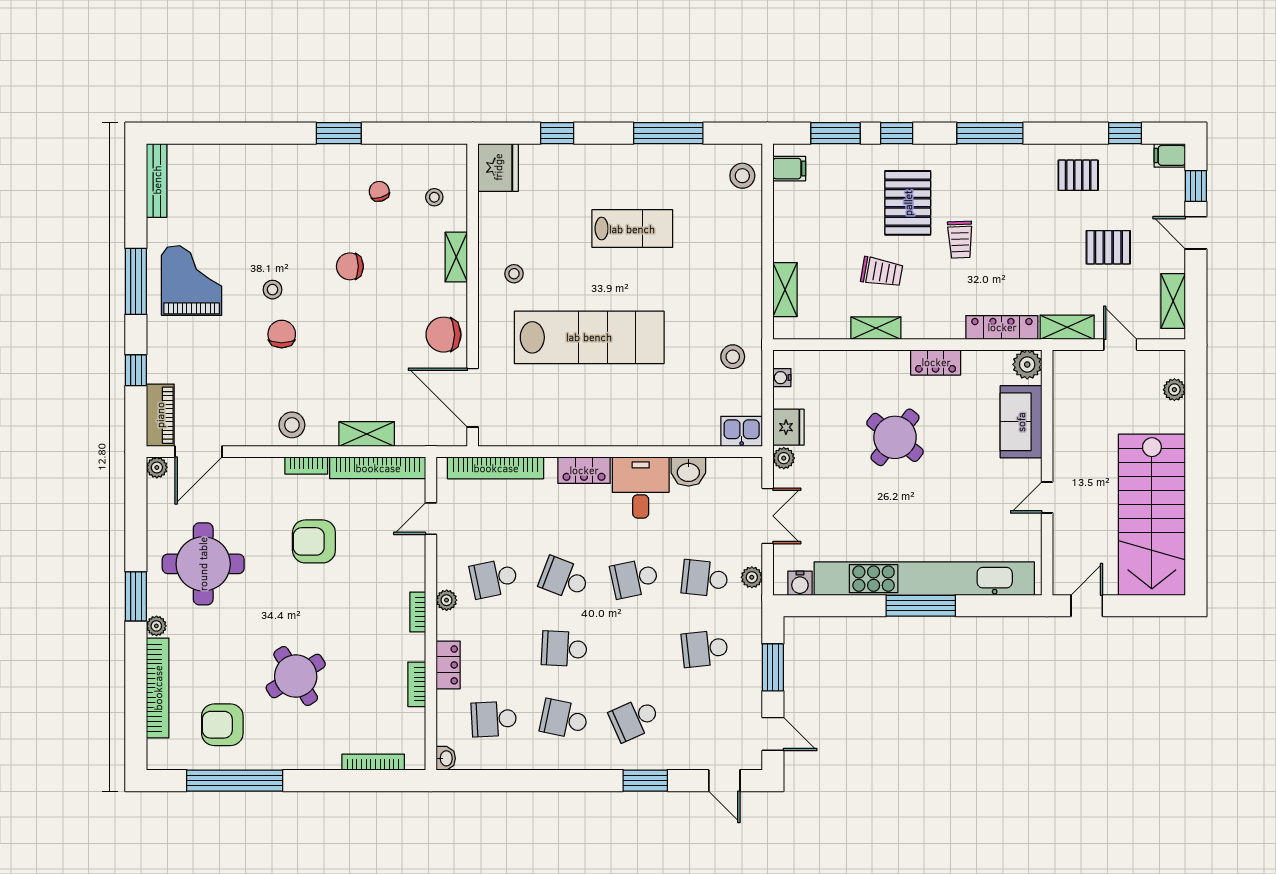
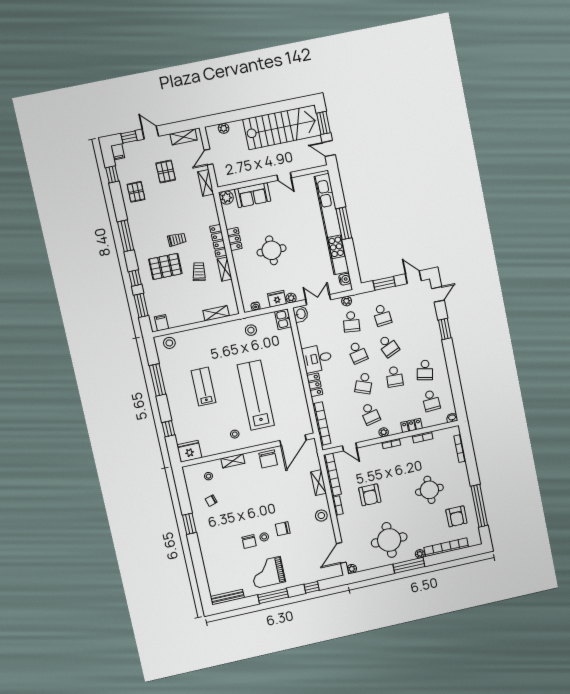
door: (1196, 233) -> (150, 133), swing flipped
chair: (350, 266) -> (249, 542), moved
locker: (1002, 327) -> (218, 241), moved
piano: (160, 415) -> (329, 573), removed
round table: (895, 437) -> (272, 250), turned -38
door: (198, 452) -> (341, 553), swing flipped
washbasin: (688, 472) -> (301, 314), moved
window: (136, 596) -> (409, 565), width x1.44
window: (1143, 606) -> (324, 123), added
round table: (296, 676) -> (429, 490), turned 32
school desk: (634, 719) -> (388, 346), moved
door: (773, 734) -> (413, 277), hinge flipped

